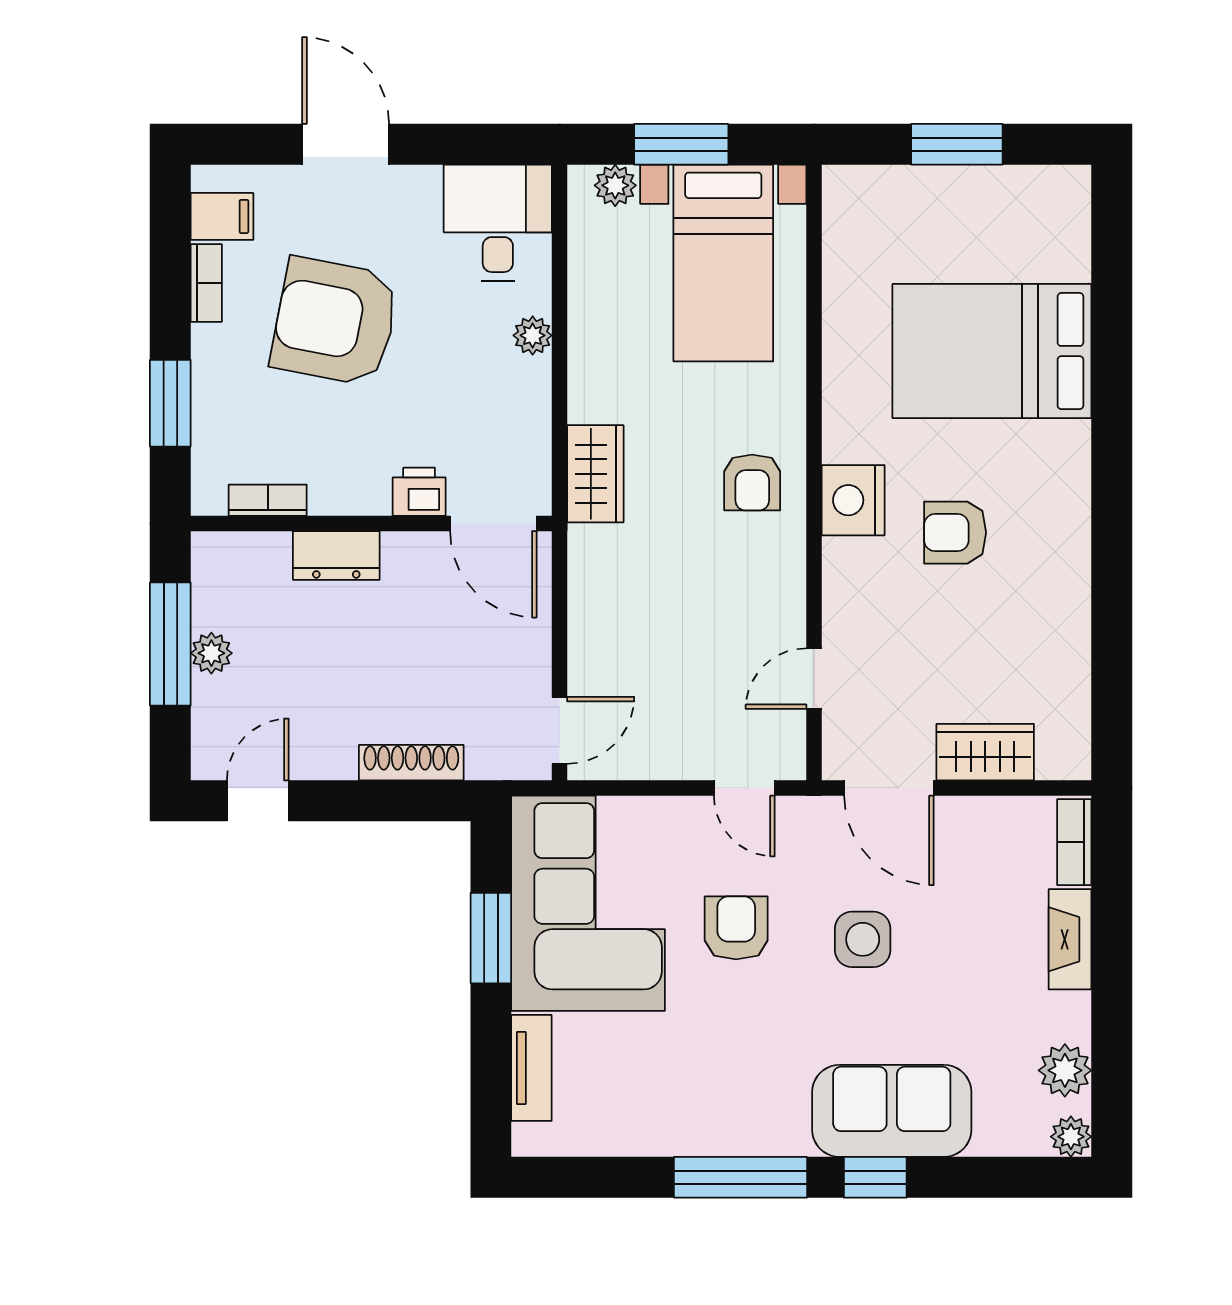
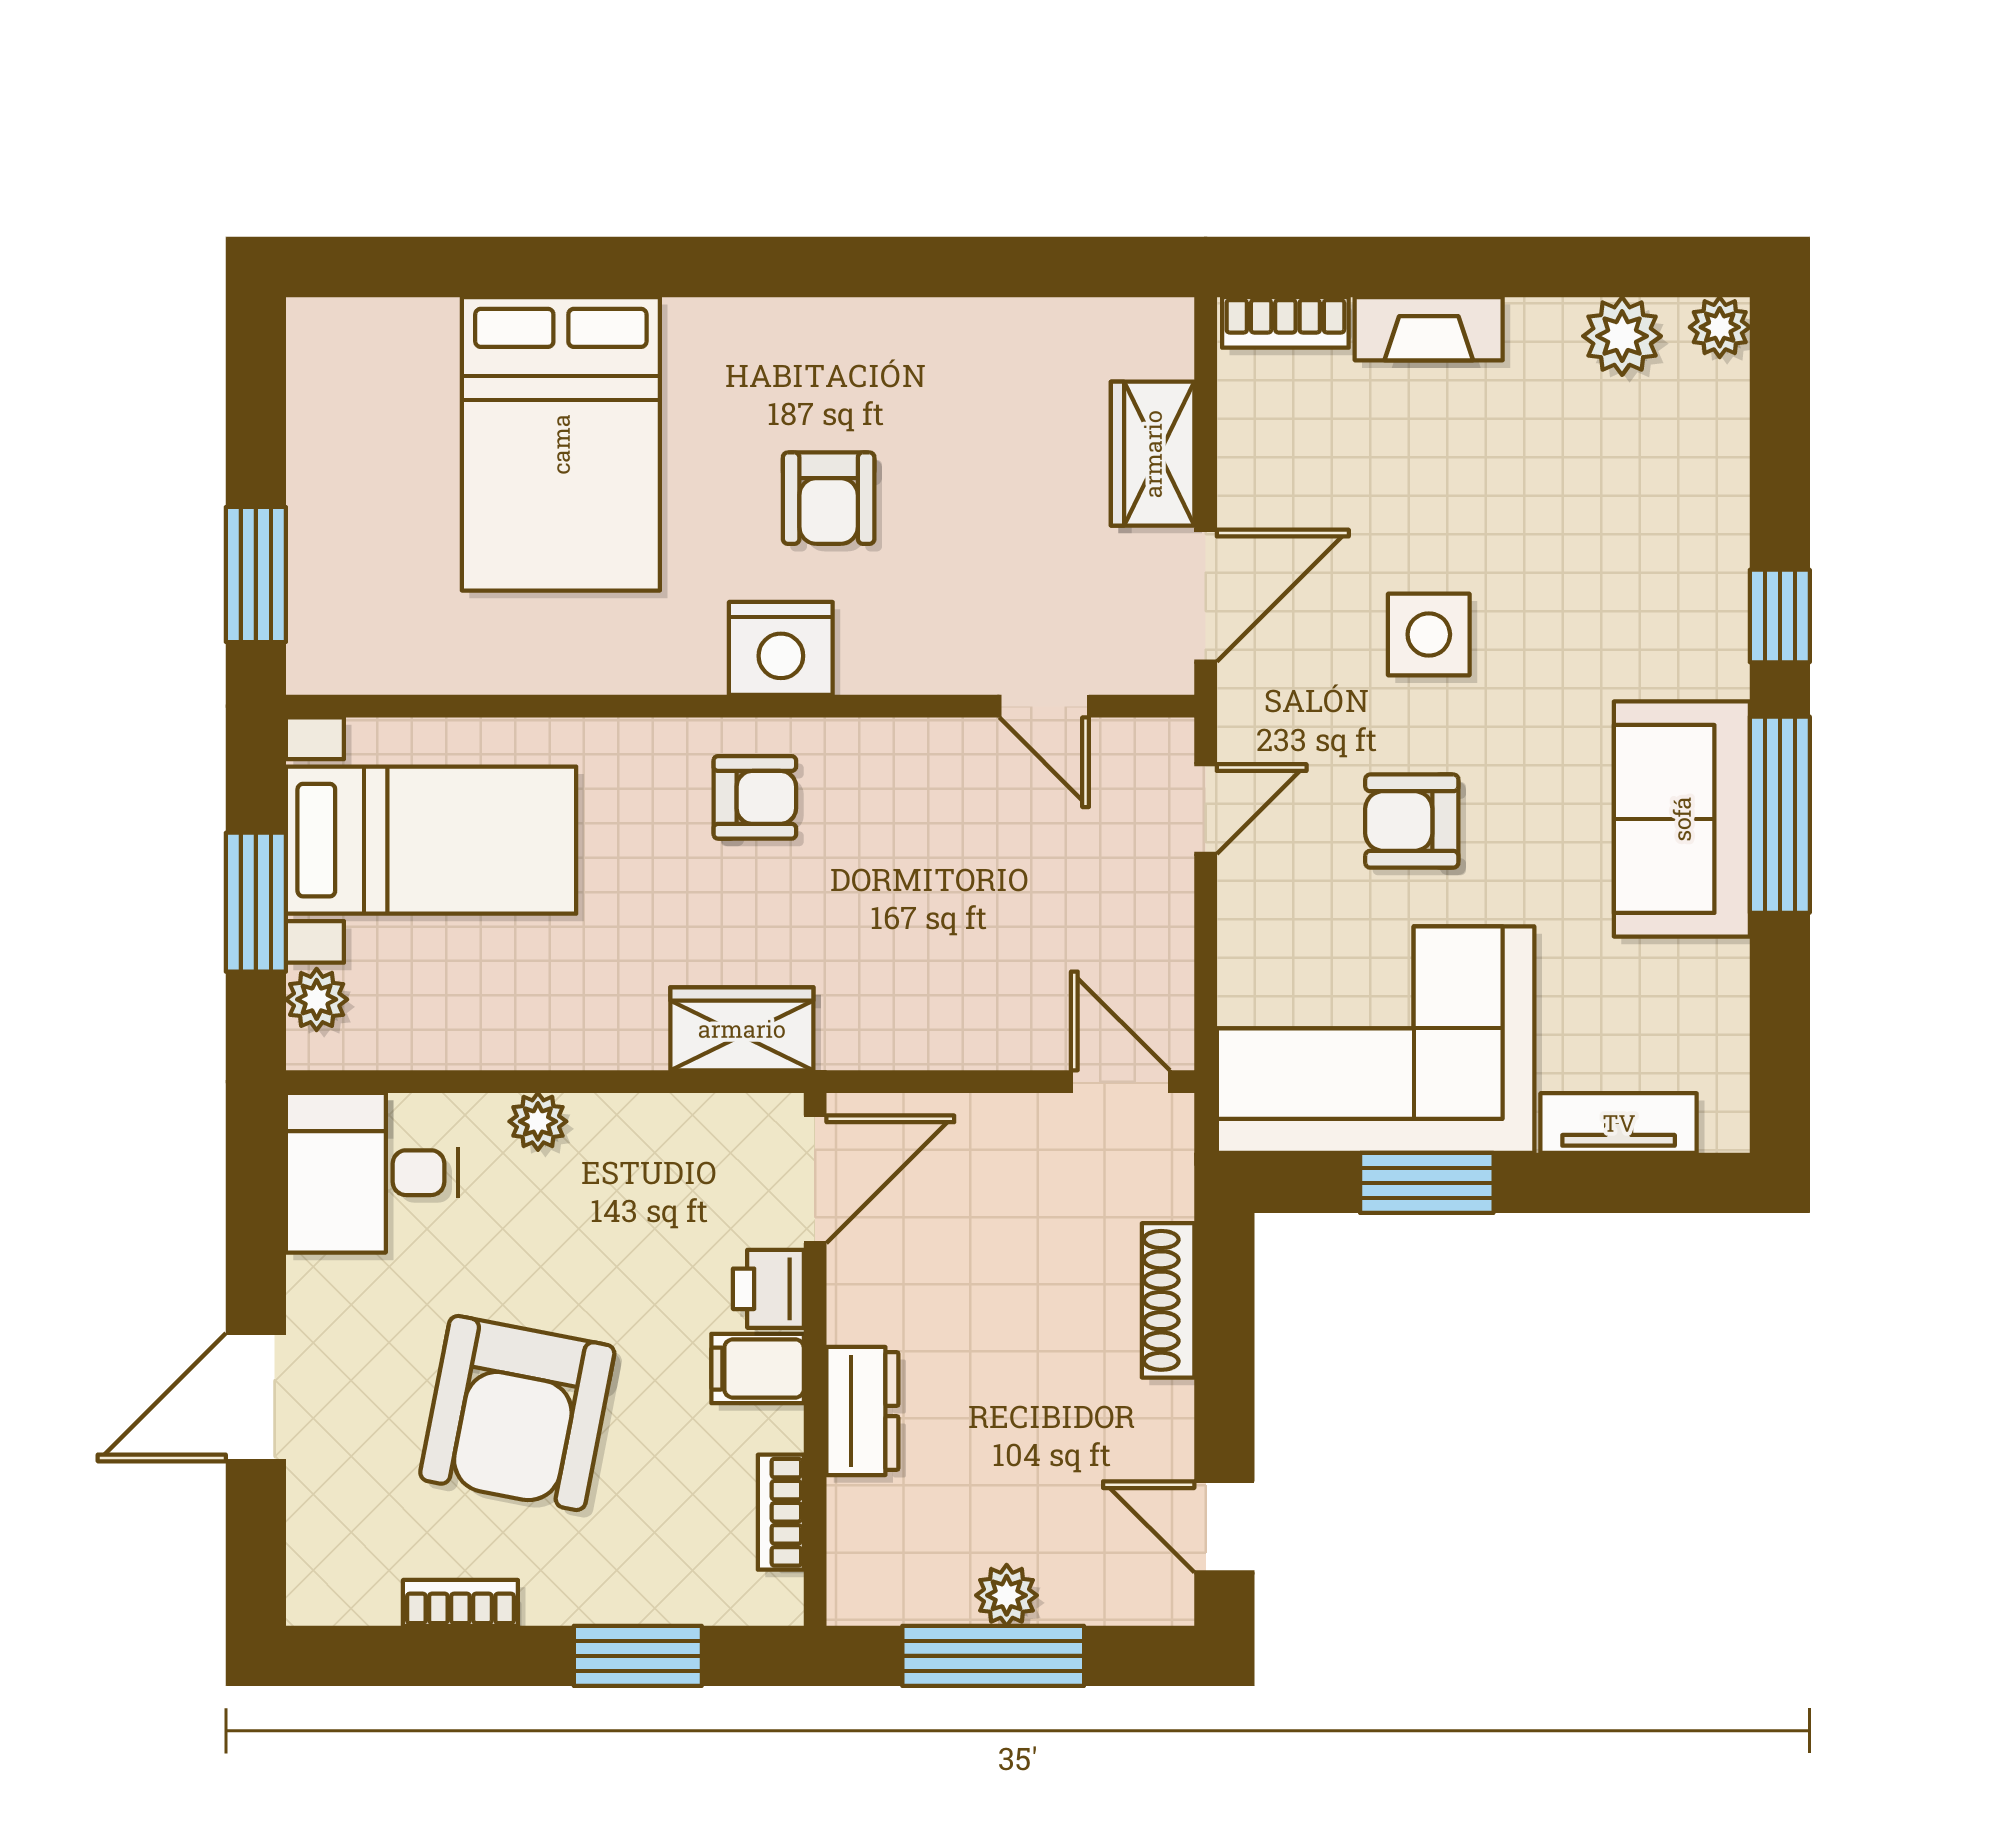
window: (957, 144) -> (256, 575), moved
filing cabinet: (222, 216) -> (758, 1369), moved, turned -90
sofa: (892, 1111) -> (1682, 819), moved

